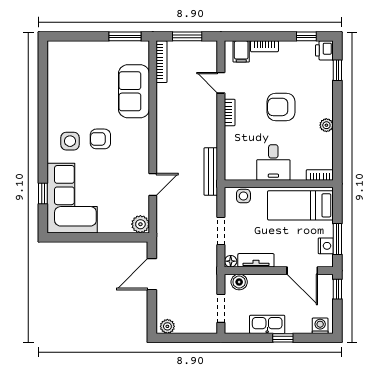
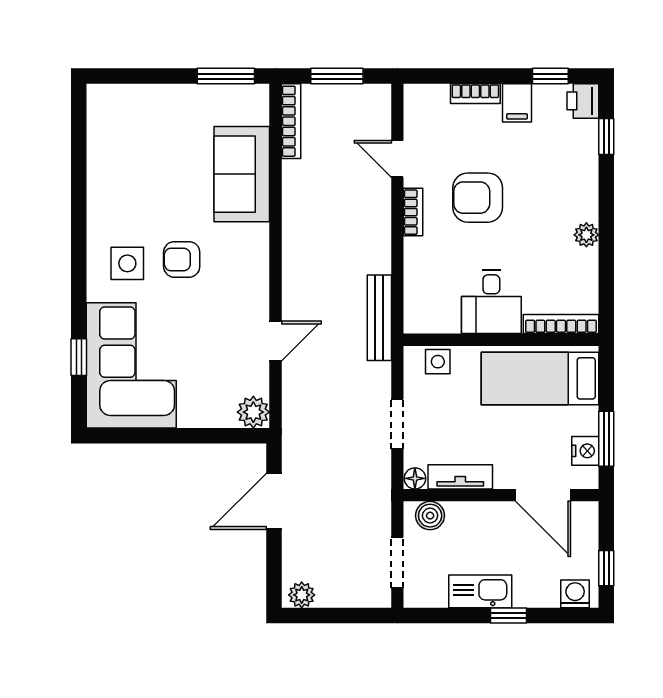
filing cabinet: (241, 51) -> (517, 103), moved
armchair: (281, 107) -> (478, 198), moved
bookcase: (320, 175) -> (561, 324), width x1.56
window: (337, 289) -> (606, 568), moved

